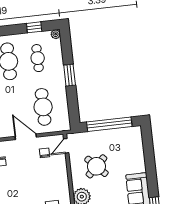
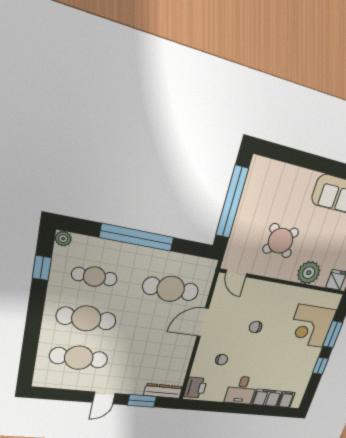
window: (70, 75) -> (137, 237), width x2.11
chair: (44, 153) -> (256, 327), moved

